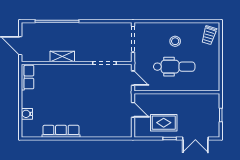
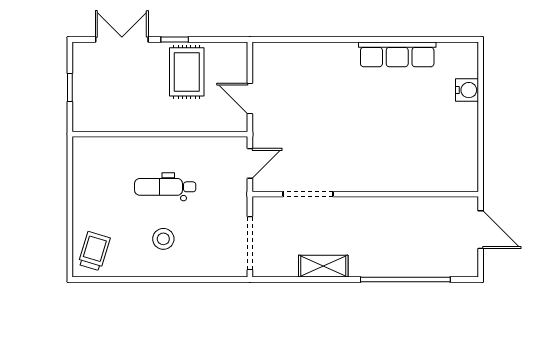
shelving: (62, 56) -> (323, 266), moved
dental chair: (174, 67) -> (165, 187), width x0.73, depth x0.72
row of seats: (28, 77) -> (466, 165), removed
door: (133, 78) -> (250, 163), swing flipped
rug: (164, 123) -> (187, 72), turned 90

